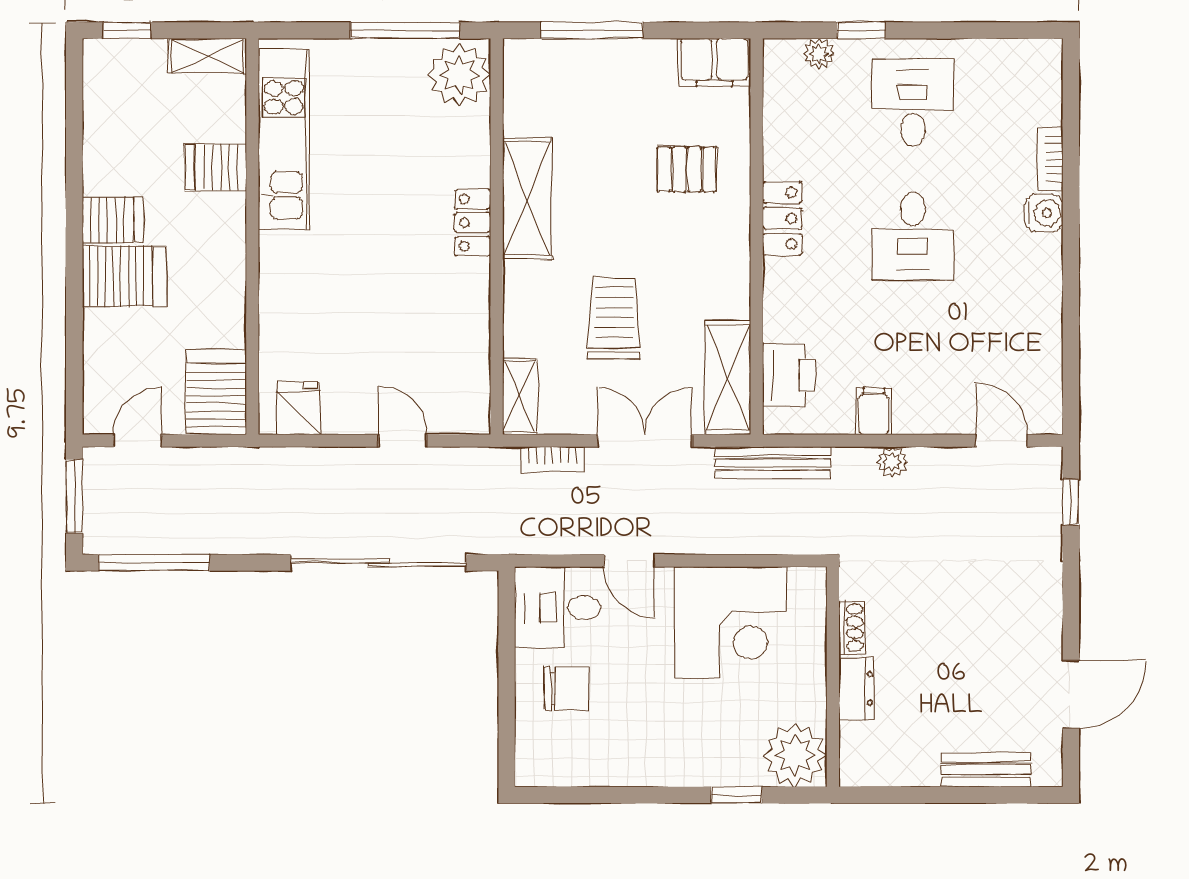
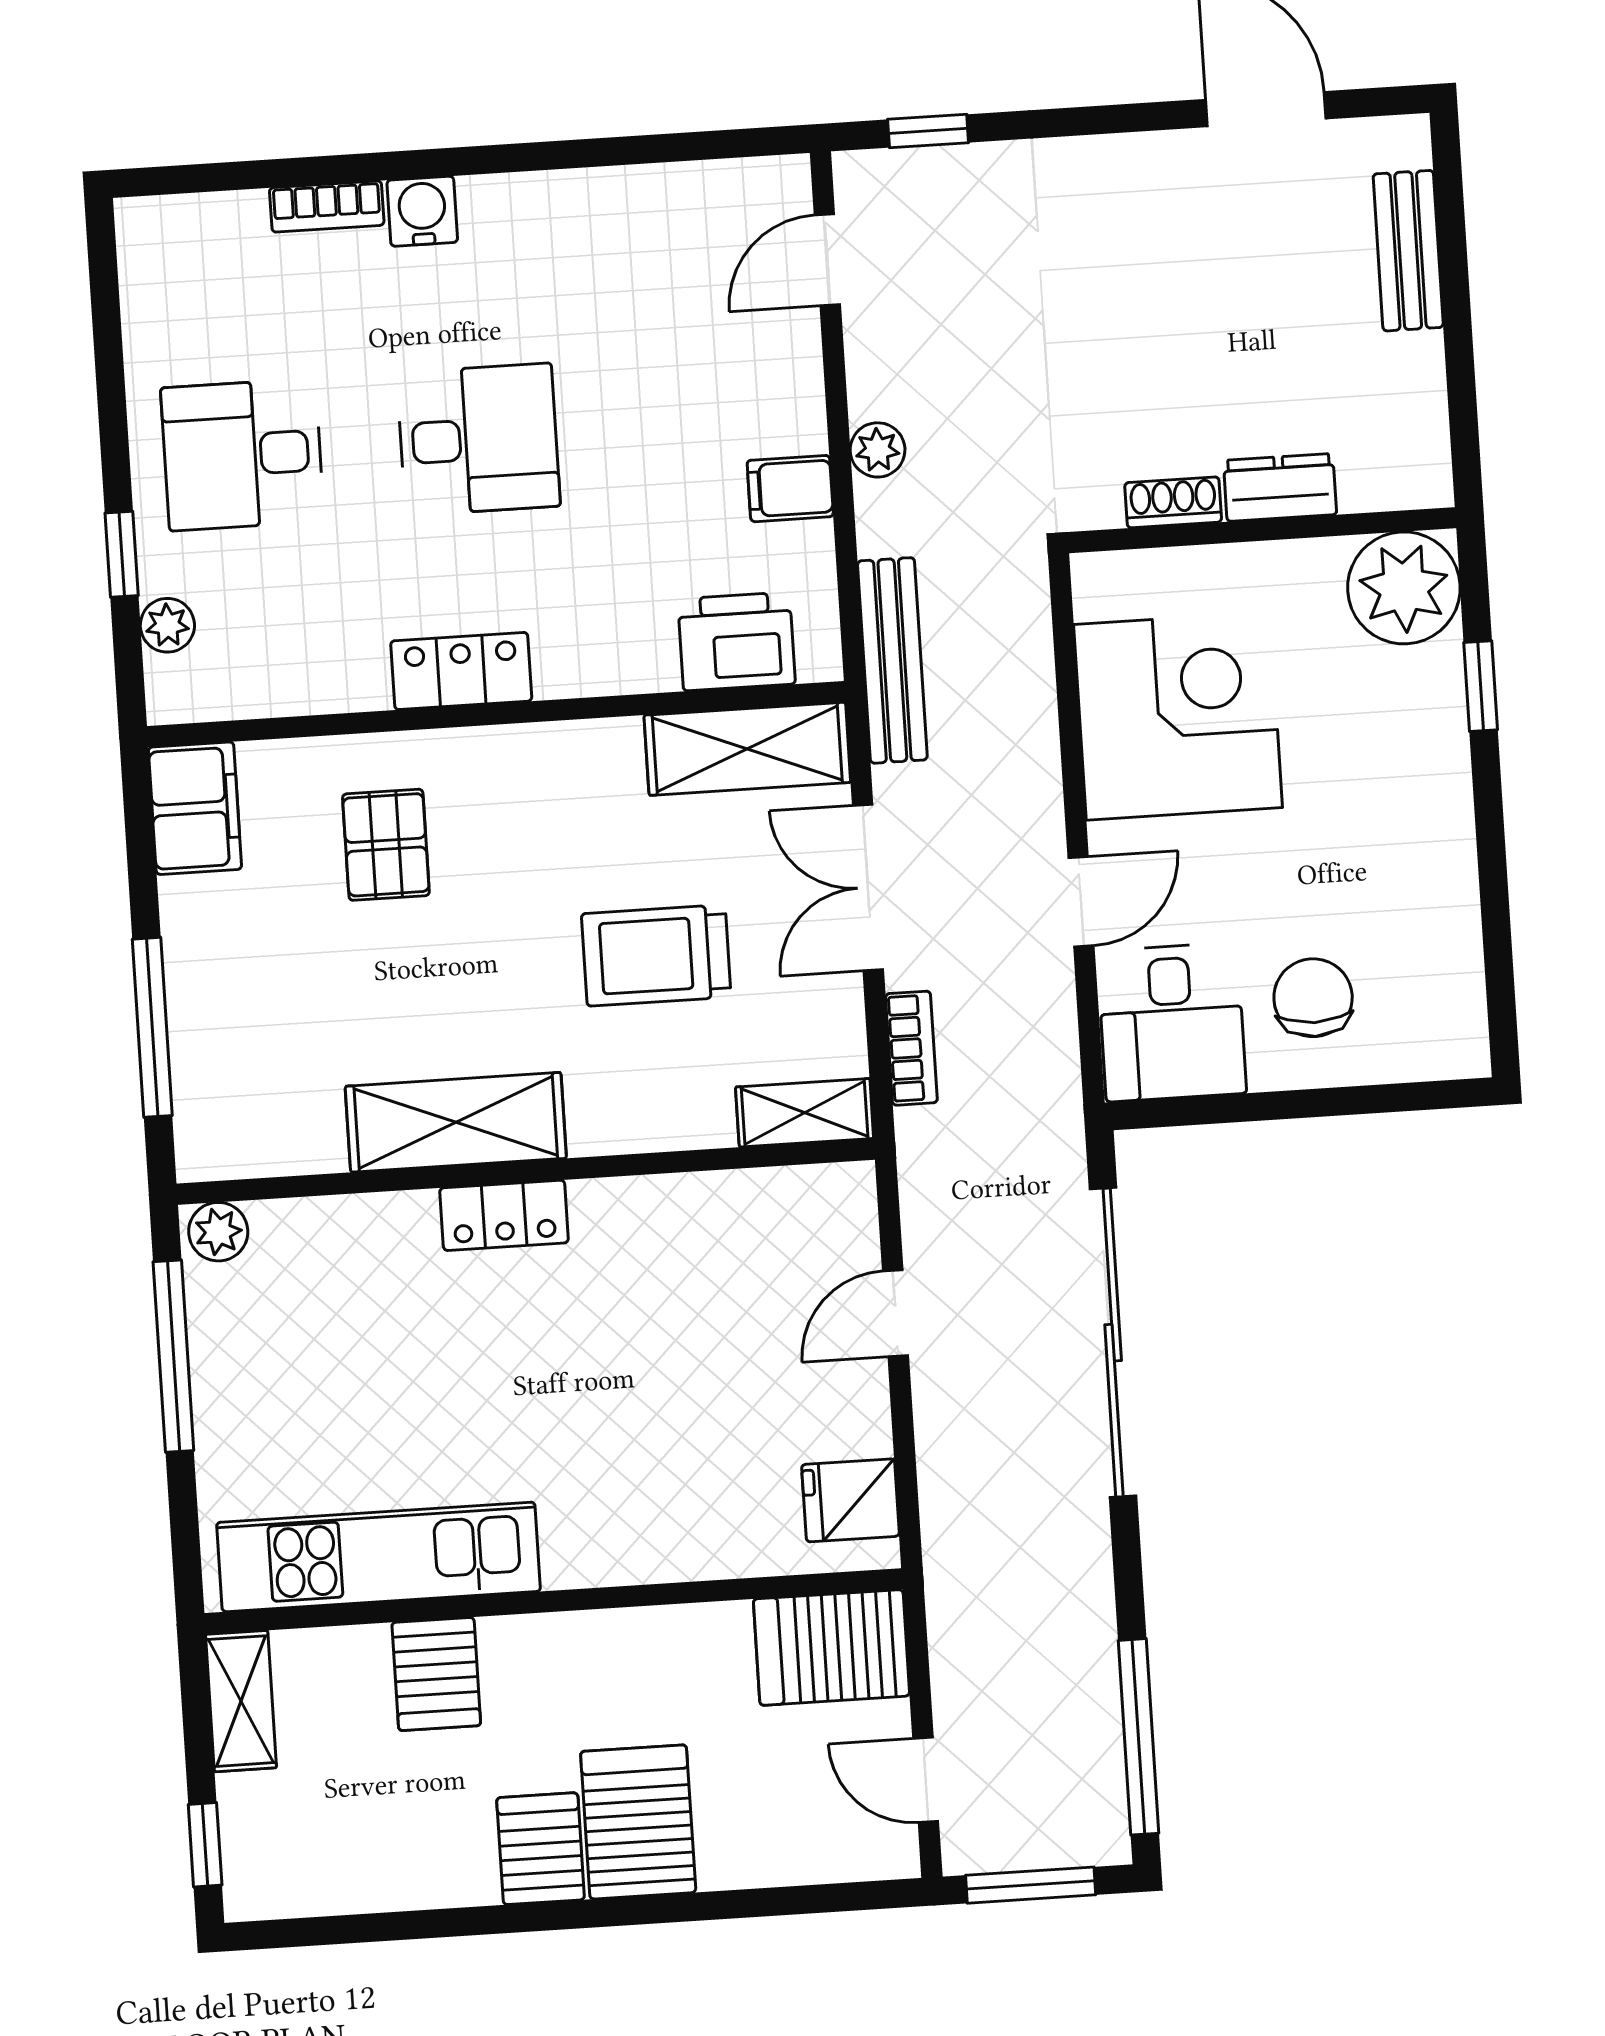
plant: (459, 75) -> (218, 1232), width x0.53, depth x0.53

